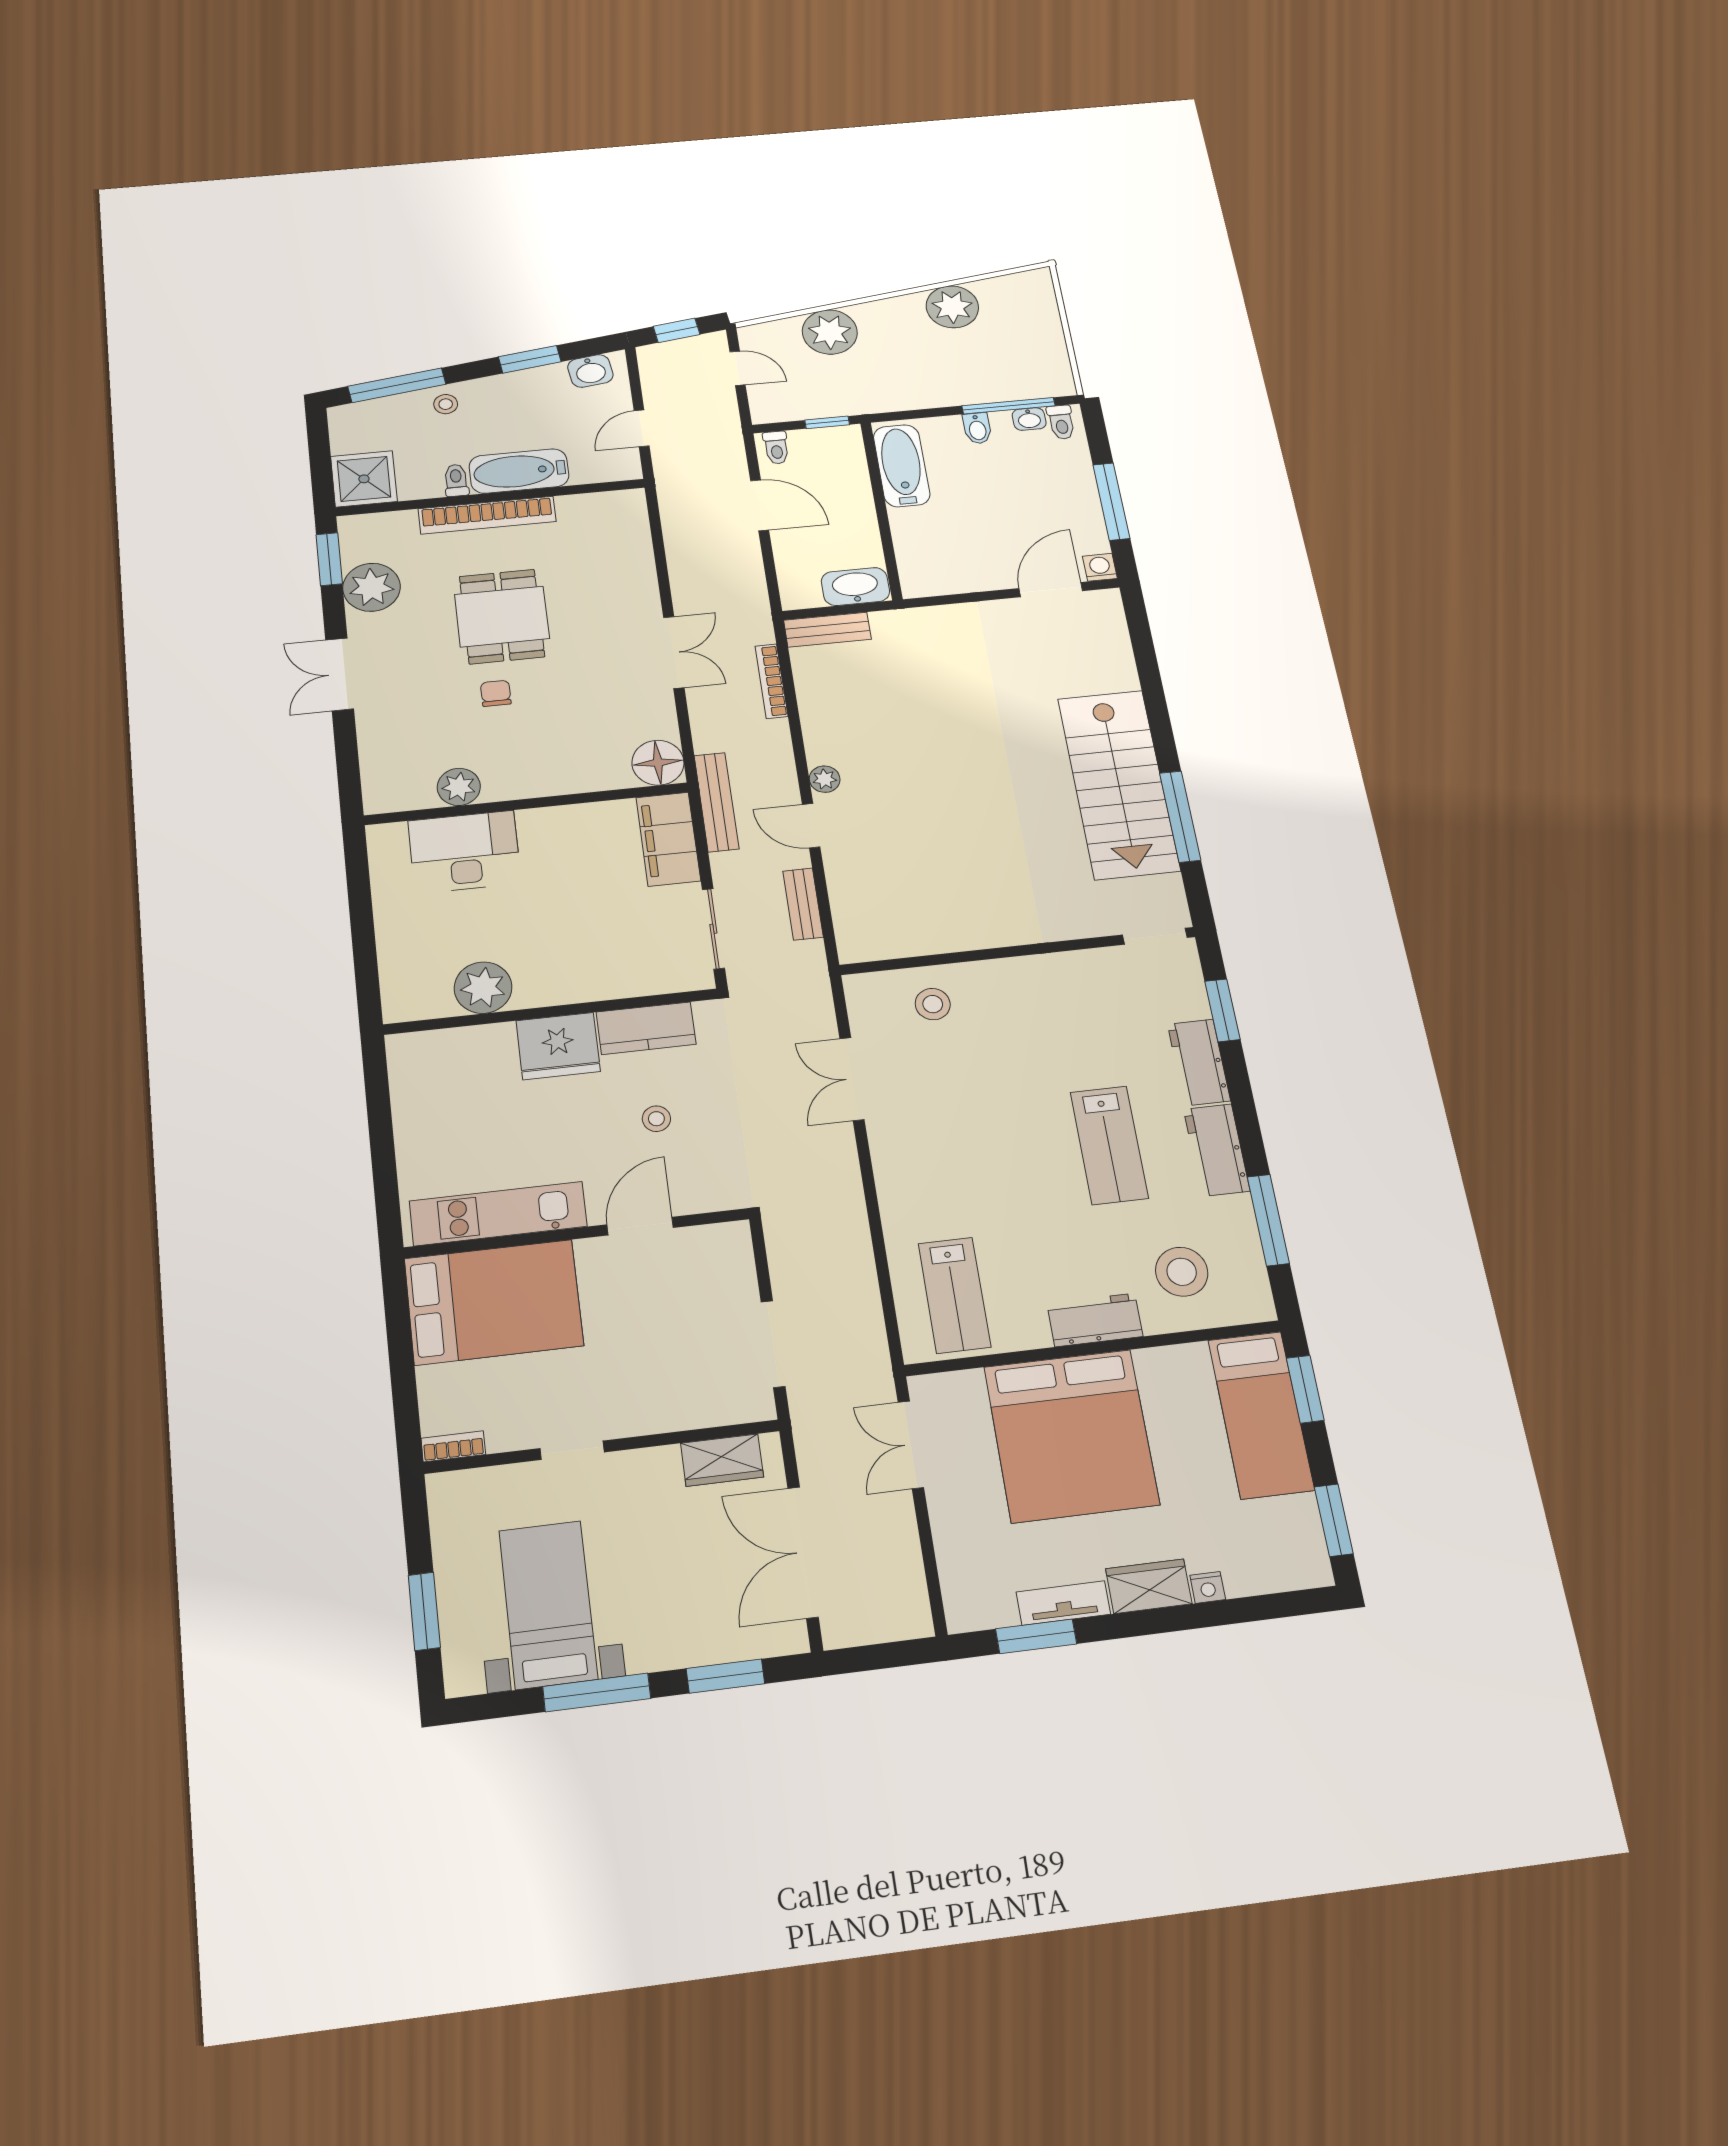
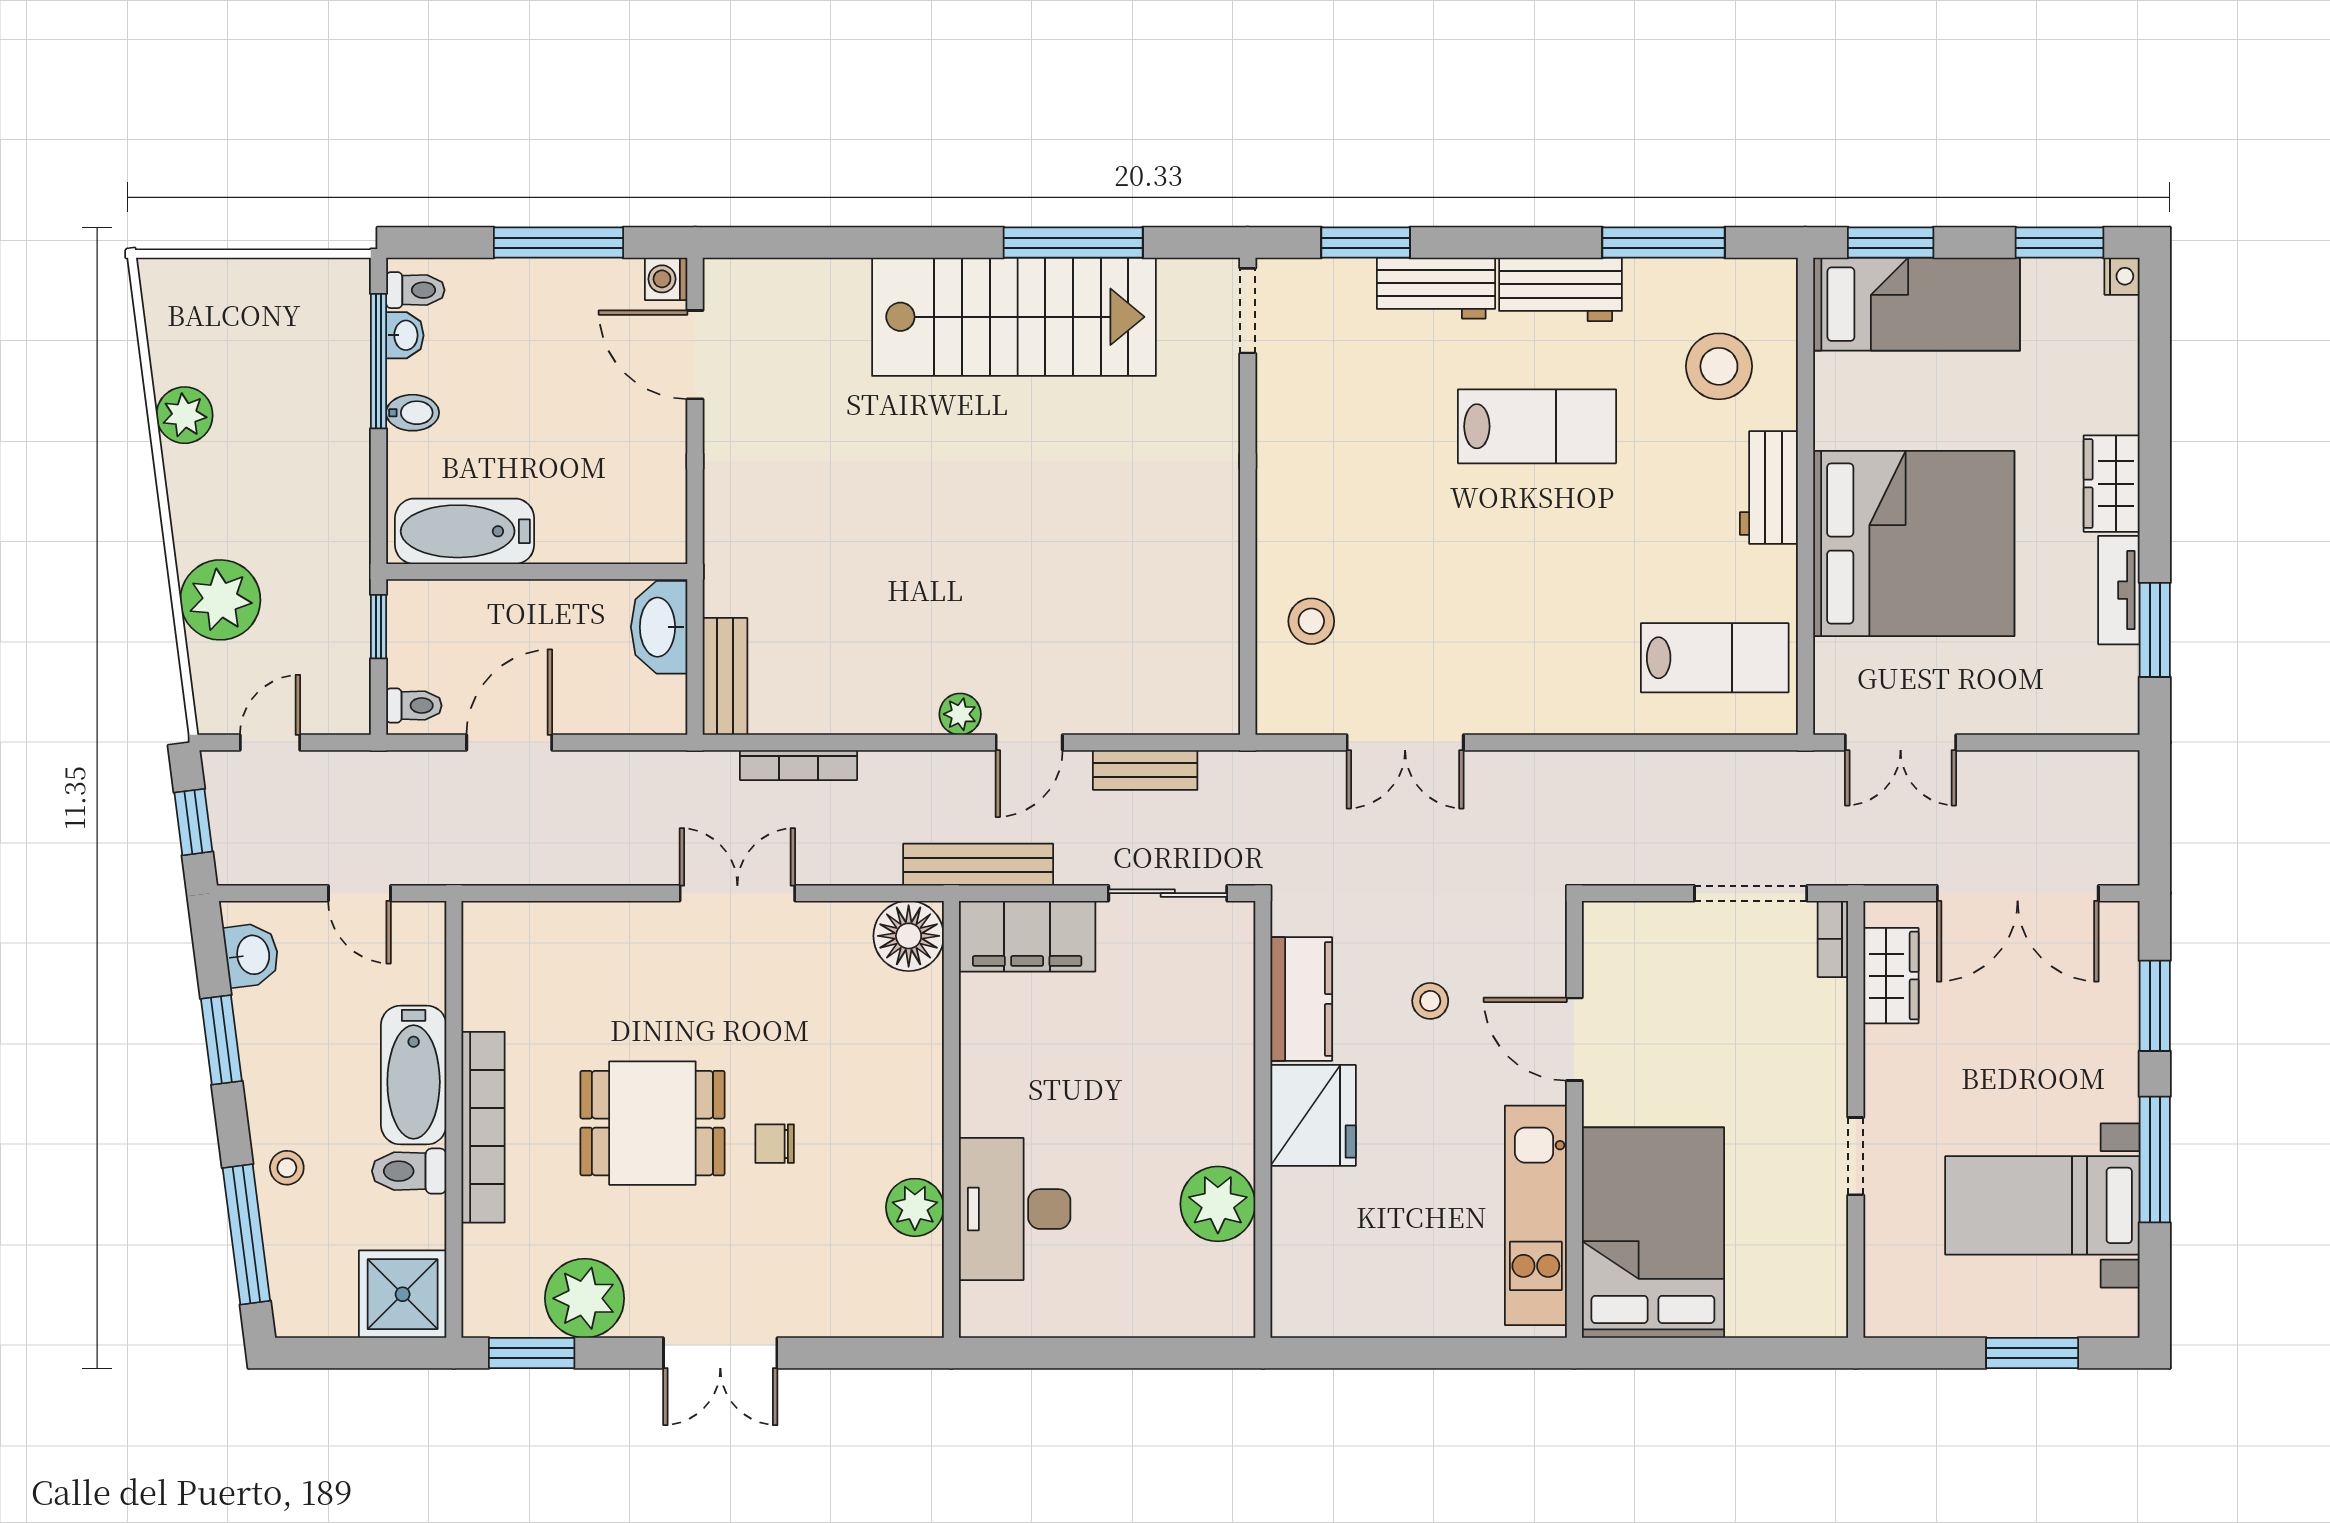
plant: (952, 307) -> (185, 415), width x0.73, depth x0.73
toilet: (456, 480) -> (409, 1171), width x1.37, depth x1.39
bookcase: (453, 1446) -> (1833, 939), moved
nightstand: (1208, 1587) -> (2122, 276), moved

